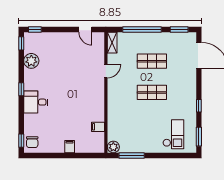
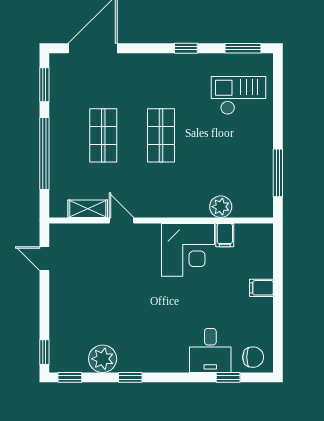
door: (85, 29) -> (44, 259), swing flipped
shelving: (112, 43) -> (88, 209), moved
window: (21, 89) -> (130, 377), moved
desk: (36, 102) -> (210, 350), moved
corner desk: (90, 107) -> (188, 250), added
window: (21, 141) -> (228, 377), moved
plant: (113, 147) -> (221, 207), moved

